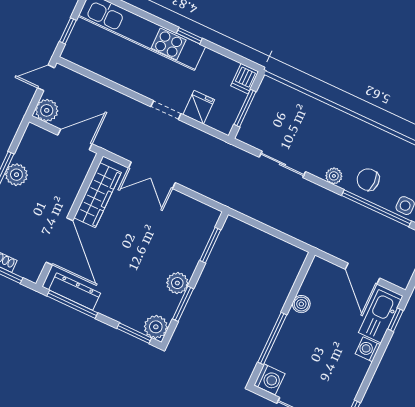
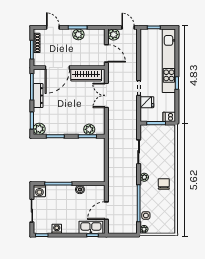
chair: (368, 180) -> (164, 184), moved
plant: (177, 283) -> (89, 129), moved
dresser: (75, 292) -> (38, 96), moved
washing machine: (368, 349) -> (57, 229), moved

